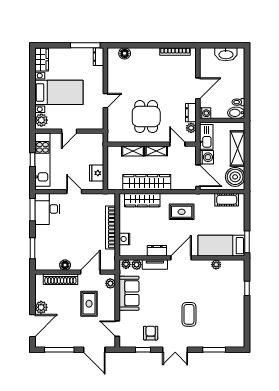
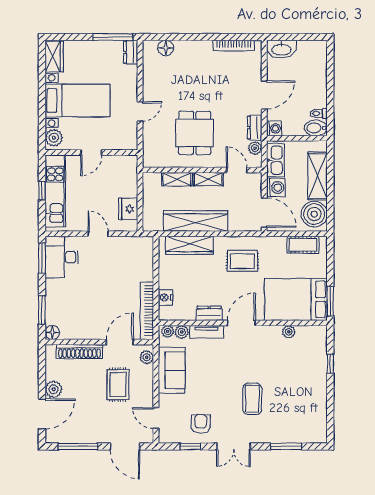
washbasin: (226, 54) -> (281, 49), moved
bookcase: (111, 227) -> (147, 311), moved
bed: (221, 246) -> (296, 299), width x1.50
floor lamp: (65, 265) -> (52, 333), moved

